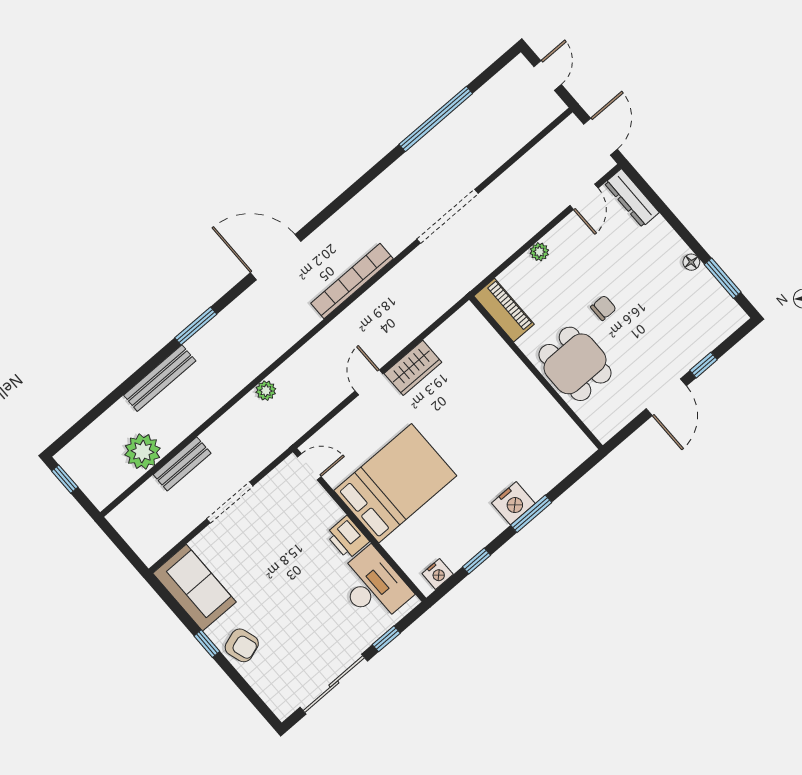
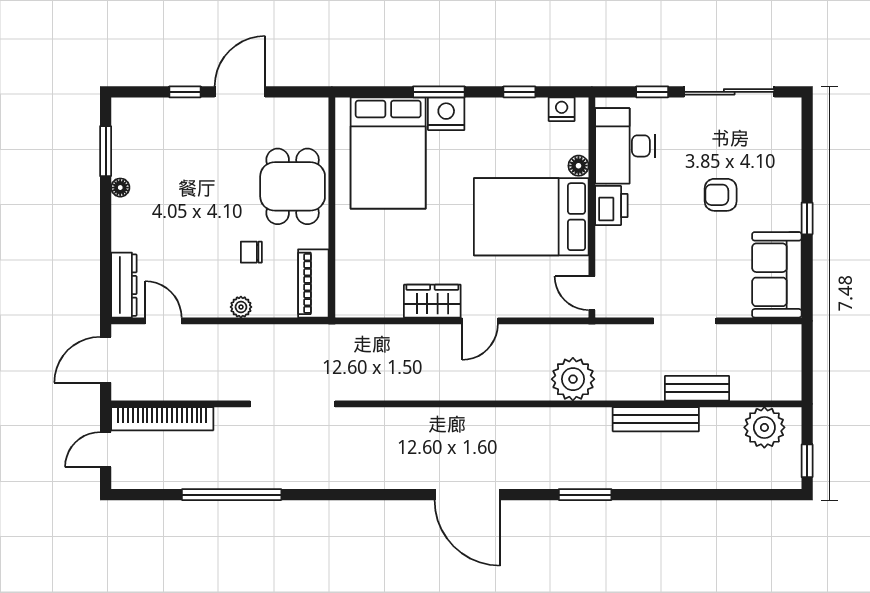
door: (584, 197) -> (163, 321), hinge flipped
bookcase: (352, 281) -> (162, 419), moved
chair: (603, 308) -> (251, 252), moved
bench: (160, 378) -> (656, 419), moved
plant: (266, 391) -> (573, 379), width x1.87, depth x1.87
bed: (530, 443) -> (388, 153), added
plant: (143, 452) -> (764, 427), moved
floor lamp: (393, 545) -> (578, 166), added
armchair: (242, 645) -> (721, 195), moved, turned -72

